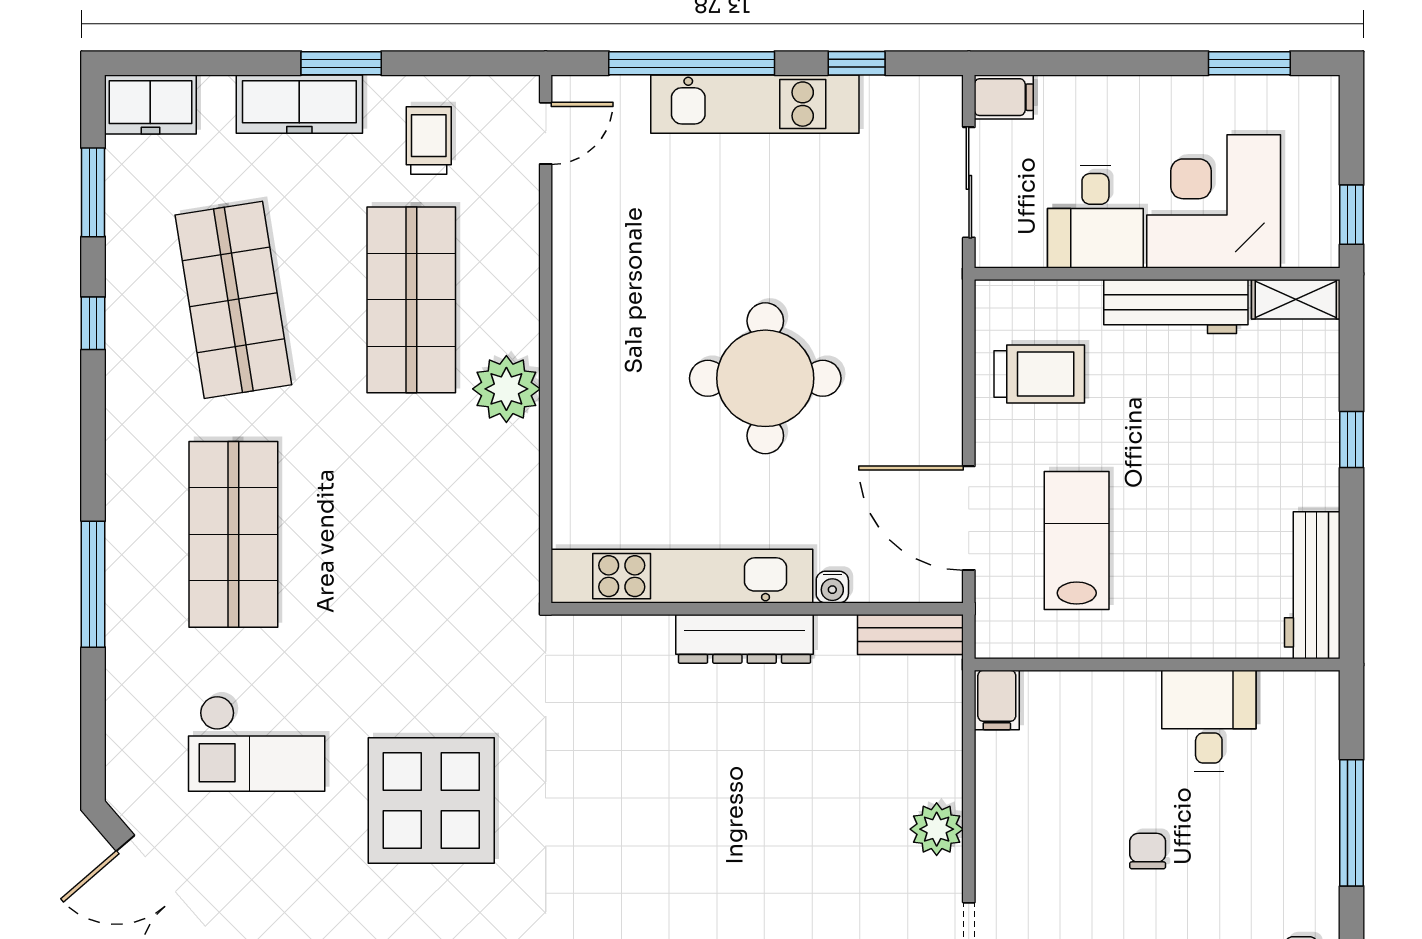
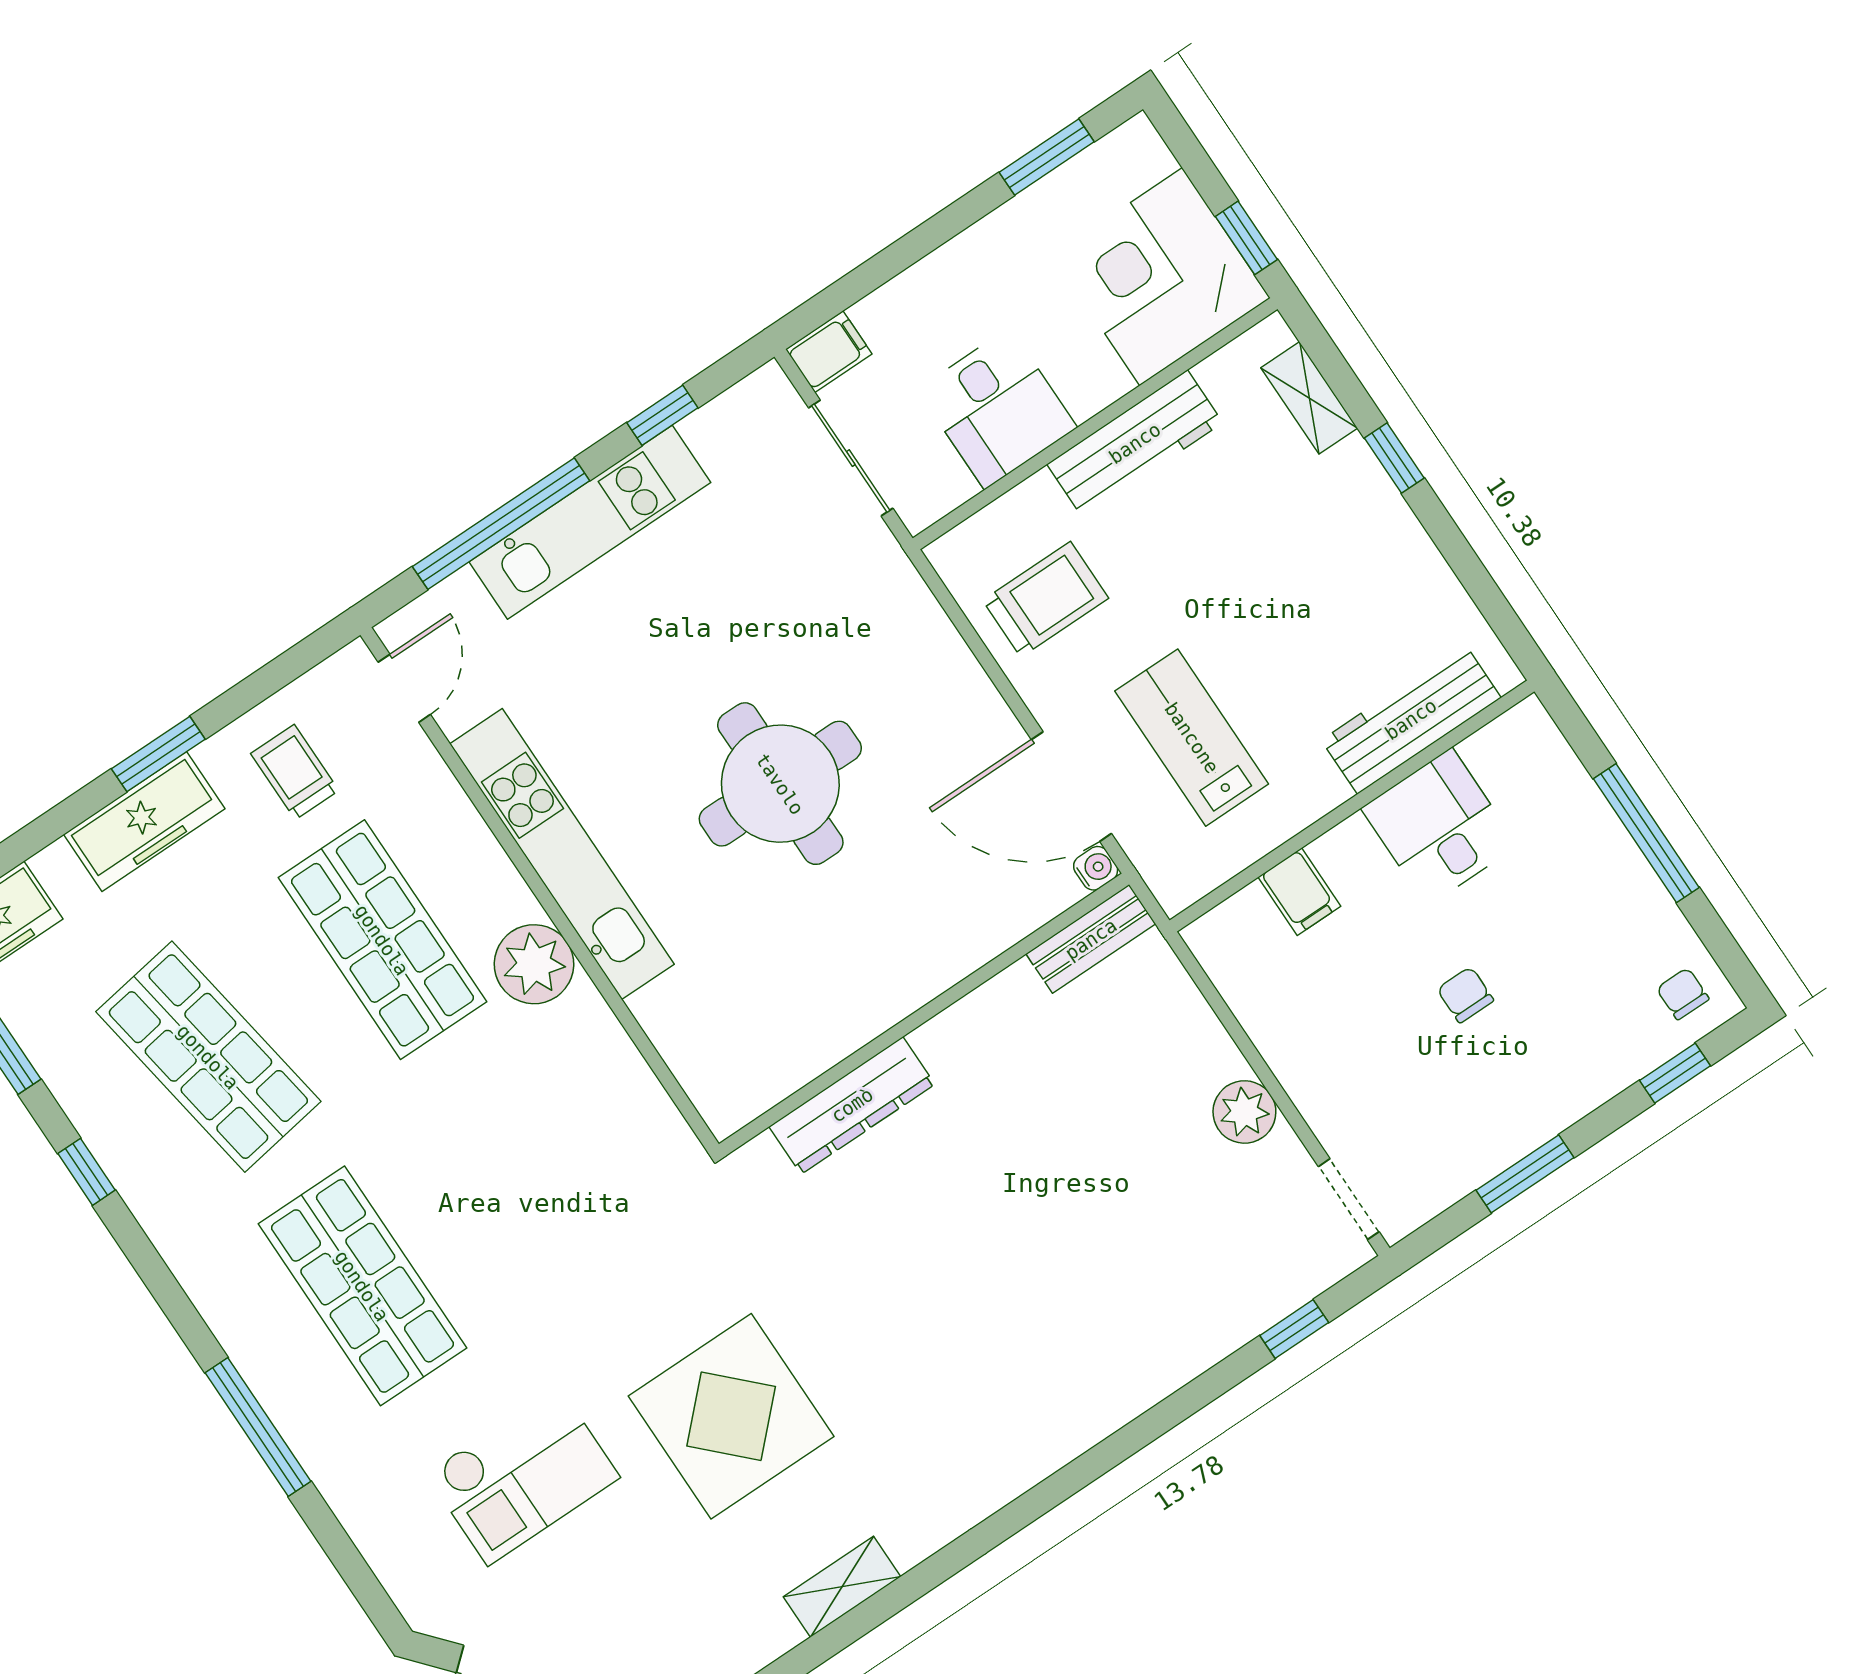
corner desk: (1214, 201) -> (1161, 277), moved
shelving: (1296, 299) -> (1309, 398), moved, turned 90
kitchen unit: (682, 576) -> (562, 854), moved, turned 90
workbench: (1312, 585) -> (1411, 719), moved, turned 90
water cooler: (832, 587) -> (1096, 868), moved, turned -90
dresser: (745, 639) -> (852, 1105), moved
filing cabinet: (997, 700) -> (1299, 892), moved

